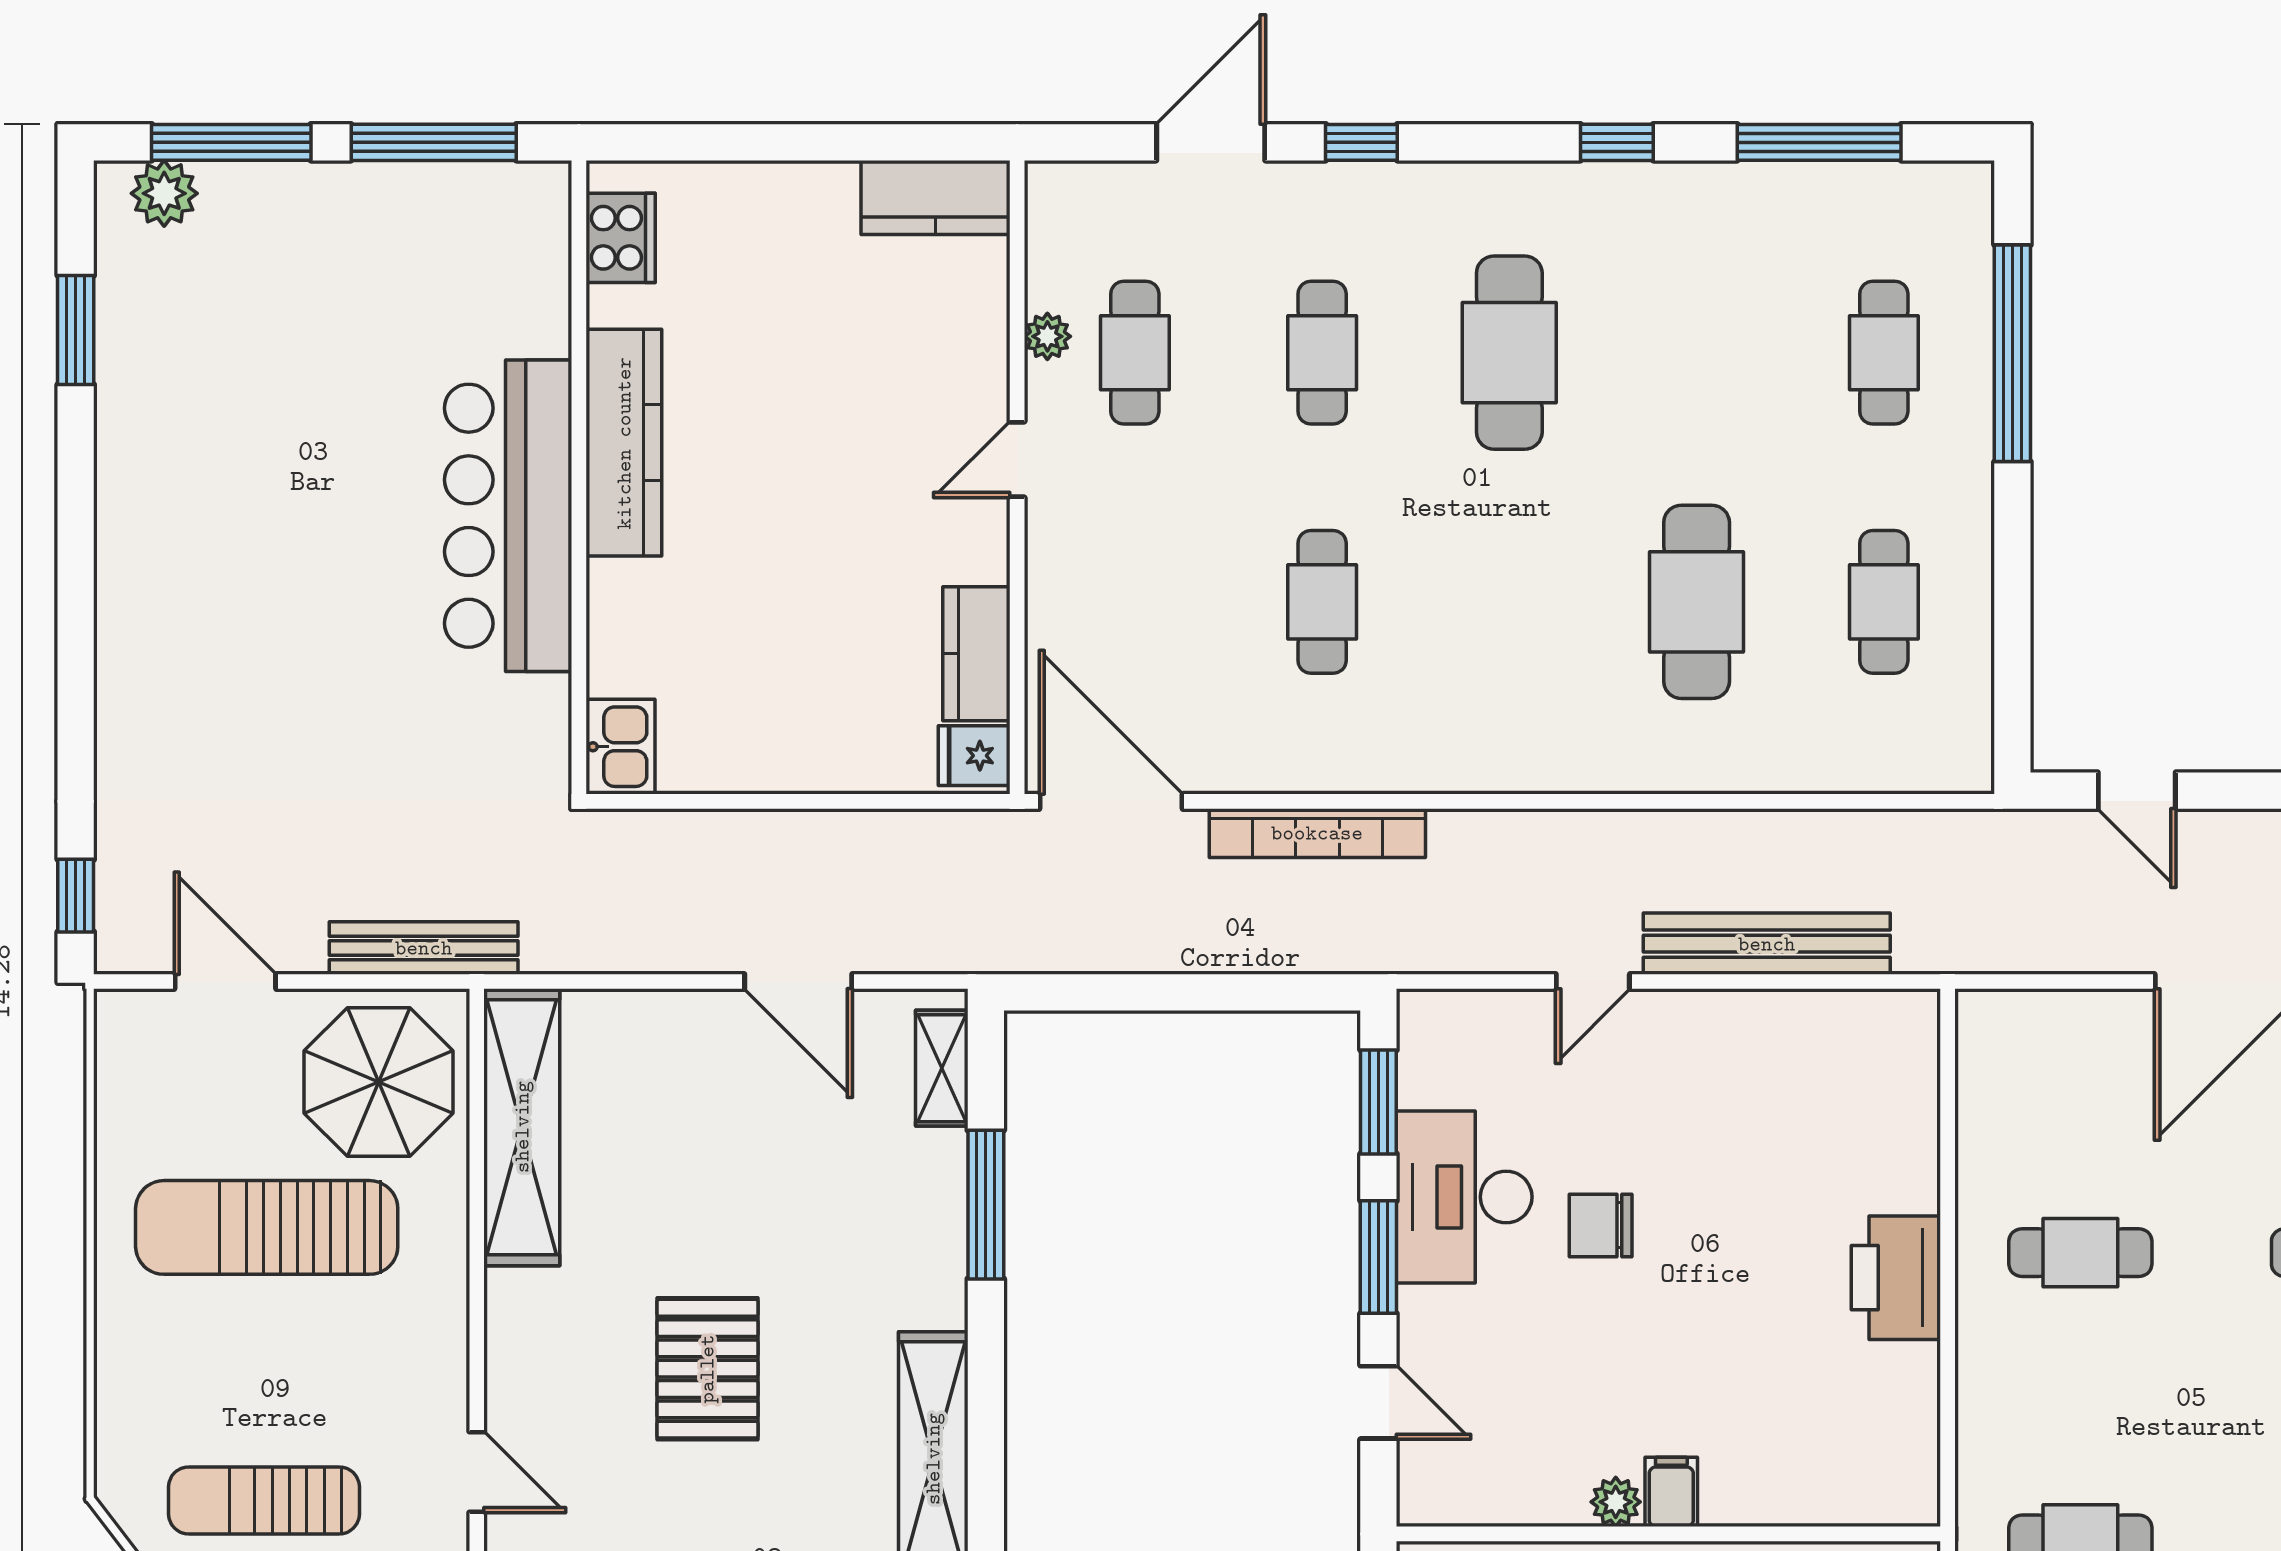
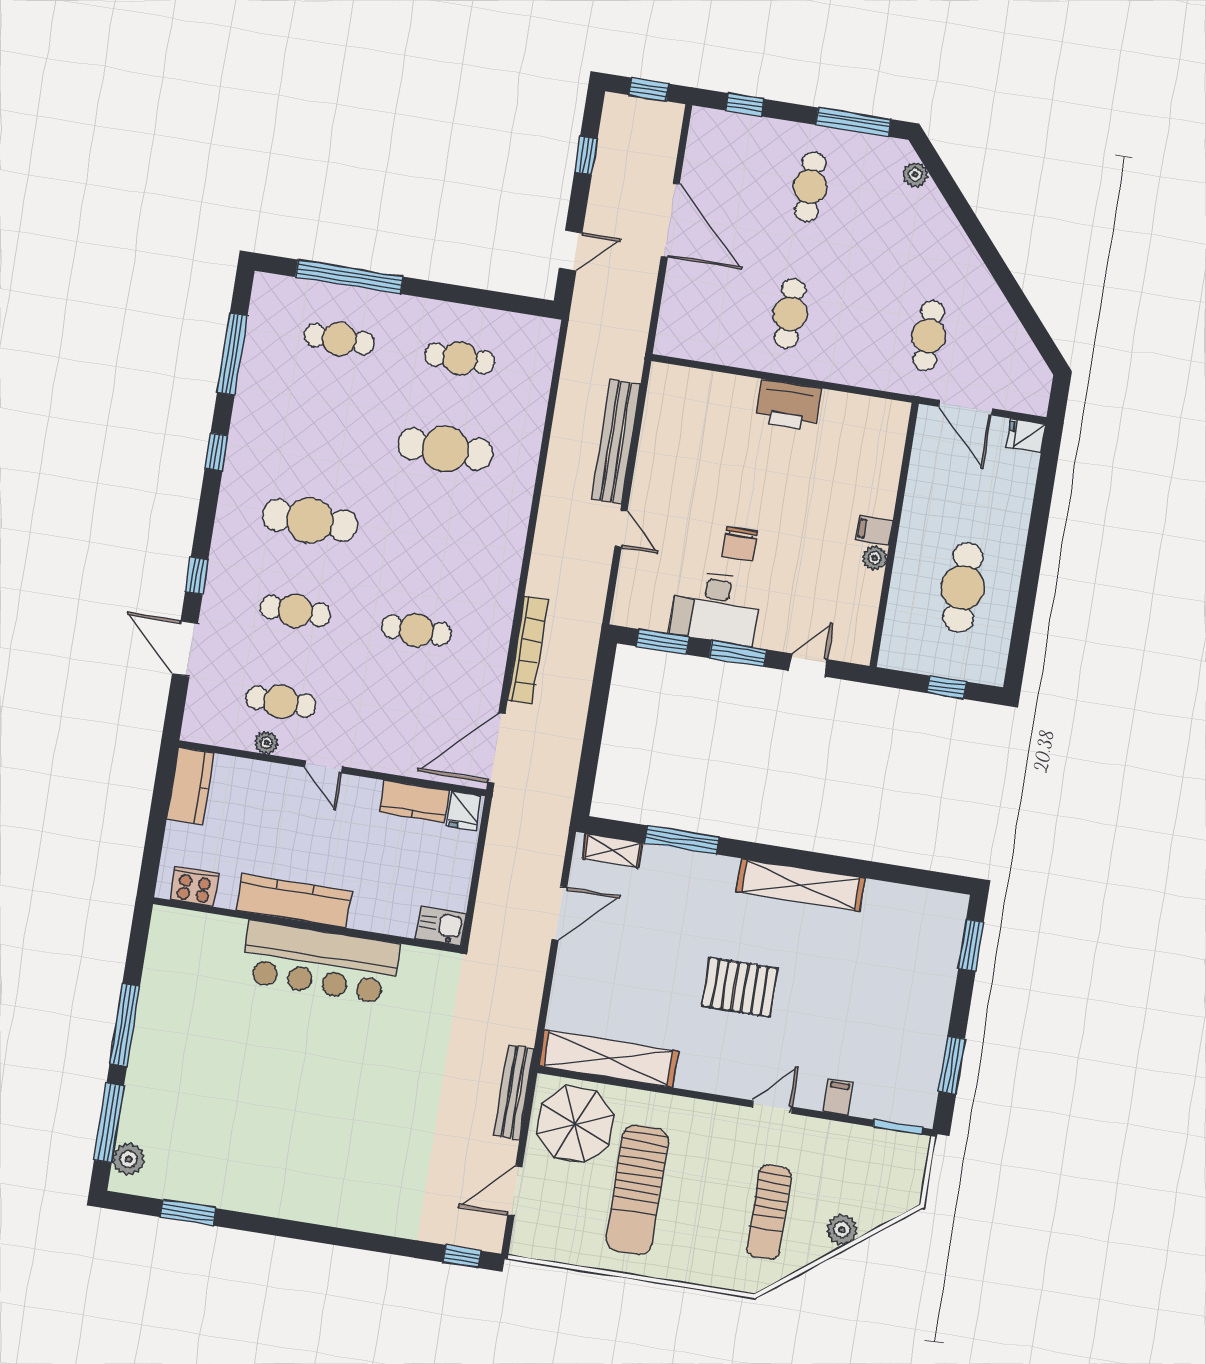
cooker: (621, 238) -> (194, 886), moved
kitchen counter: (624, 443) -> (294, 901), moved
wall: (579, 477) -> (307, 925), moved
bar counter: (508, 516) -> (320, 962), moved
kitchen sink: (620, 747) -> (441, 926), moved

